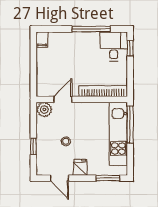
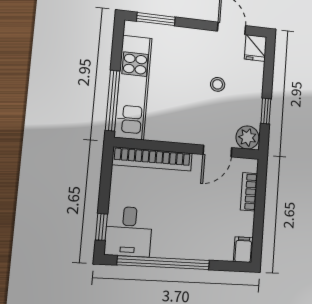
window: (91, 29) -> (164, 263), width x1.46
bookcase: (41, 76) -> (249, 192), added
window: (33, 146) -> (266, 111), moved
fridge: (80, 167) -> (256, 48), moved

